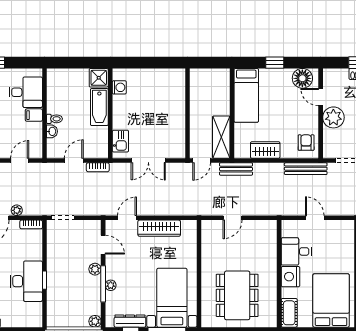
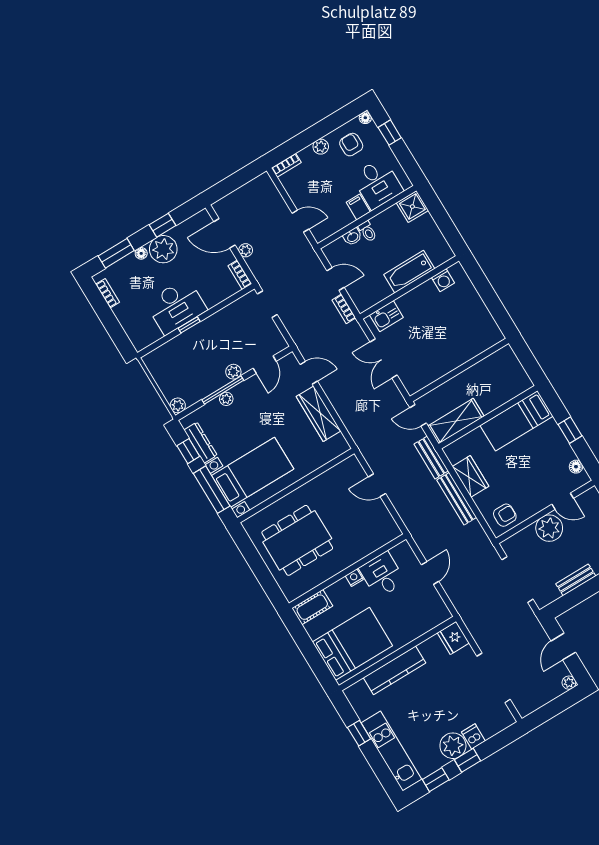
shower: (99, 78) -> (412, 207), moved
floor lamp: (302, 78) -> (576, 467), width x0.53, depth x0.53
door: (321, 97) -> (563, 501), swing flipped
bench: (306, 169) -> (457, 499), moved
nightstand: (290, 277) -> (354, 578), width x0.53, depth x0.56

